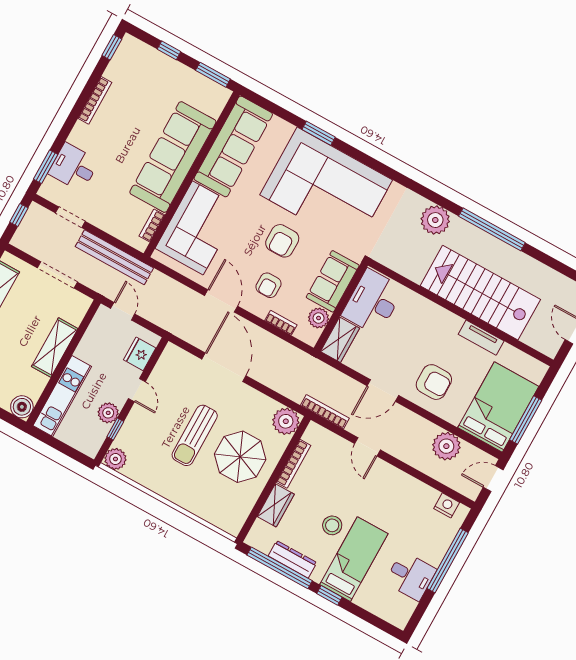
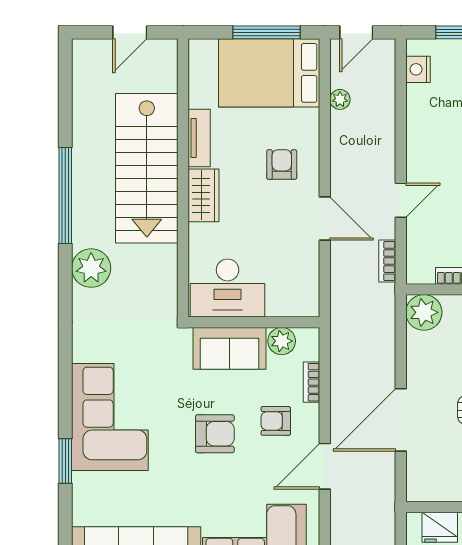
corner sofa: (326, 187) -> (110, 417), width x0.73, depth x0.74
armchair: (269, 285) -> (276, 421), turned 180
wardrobe: (340, 340) -> (203, 195), moved, turned 90
armchair: (434, 382) -> (282, 164), width x0.72, depth x0.72
bookcase: (325, 412) -> (387, 261), width x0.64
plant: (446, 446) -> (340, 99), width x0.53, depth x0.53
door: (493, 479) -> (356, 32), hinge flipped

